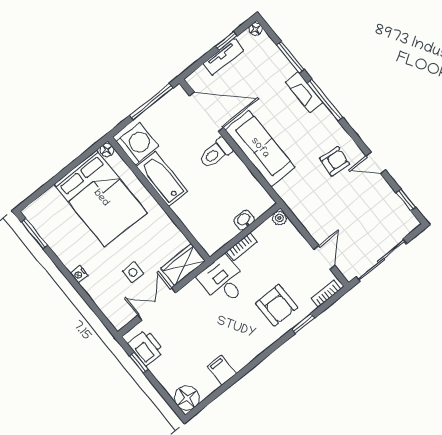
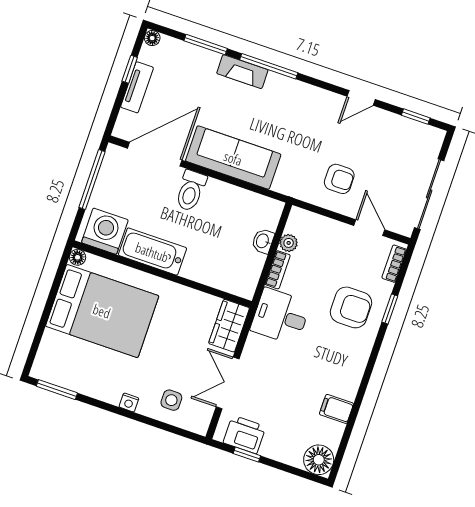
armchair: (335, 161) -> (339, 179), moved, turned 85
plant: (279, 218) -> (289, 243), moved
side table: (133, 272) -> (171, 400), moved

